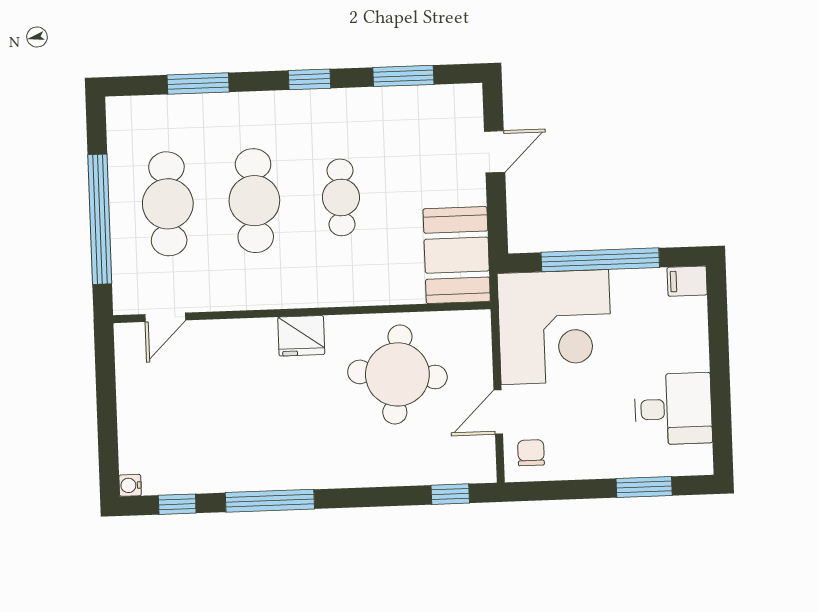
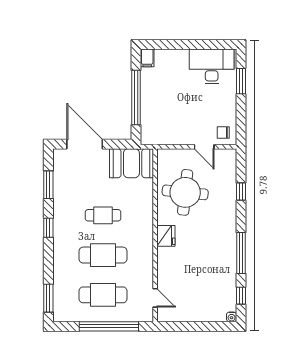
window: (198, 83) -> (48, 298), moved
door: (495, 152) -> (85, 144), width x1.87
corner desk: (555, 327) -> (166, 119), removed
desk: (673, 409) -> (212, 66), width x1.37
window: (450, 494) -> (241, 191), moved

